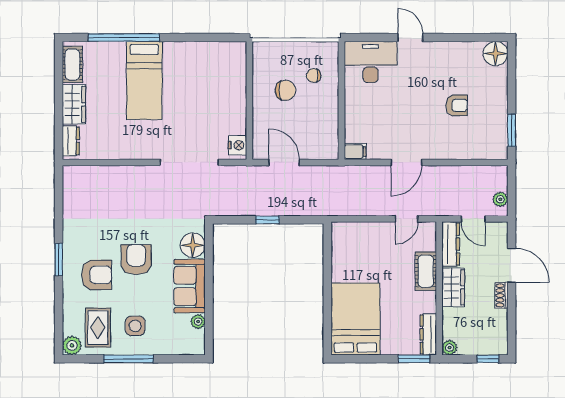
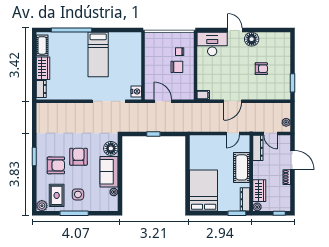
floor lamp: (495, 54) -> (252, 39), moved
bed: (144, 80) -> (98, 55), moved
chair: (285, 90) -> (177, 67), moved
cot: (426, 271) -> (242, 167), width x1.37, depth x1.34
wardrobe: (453, 287) -> (259, 191), moved

